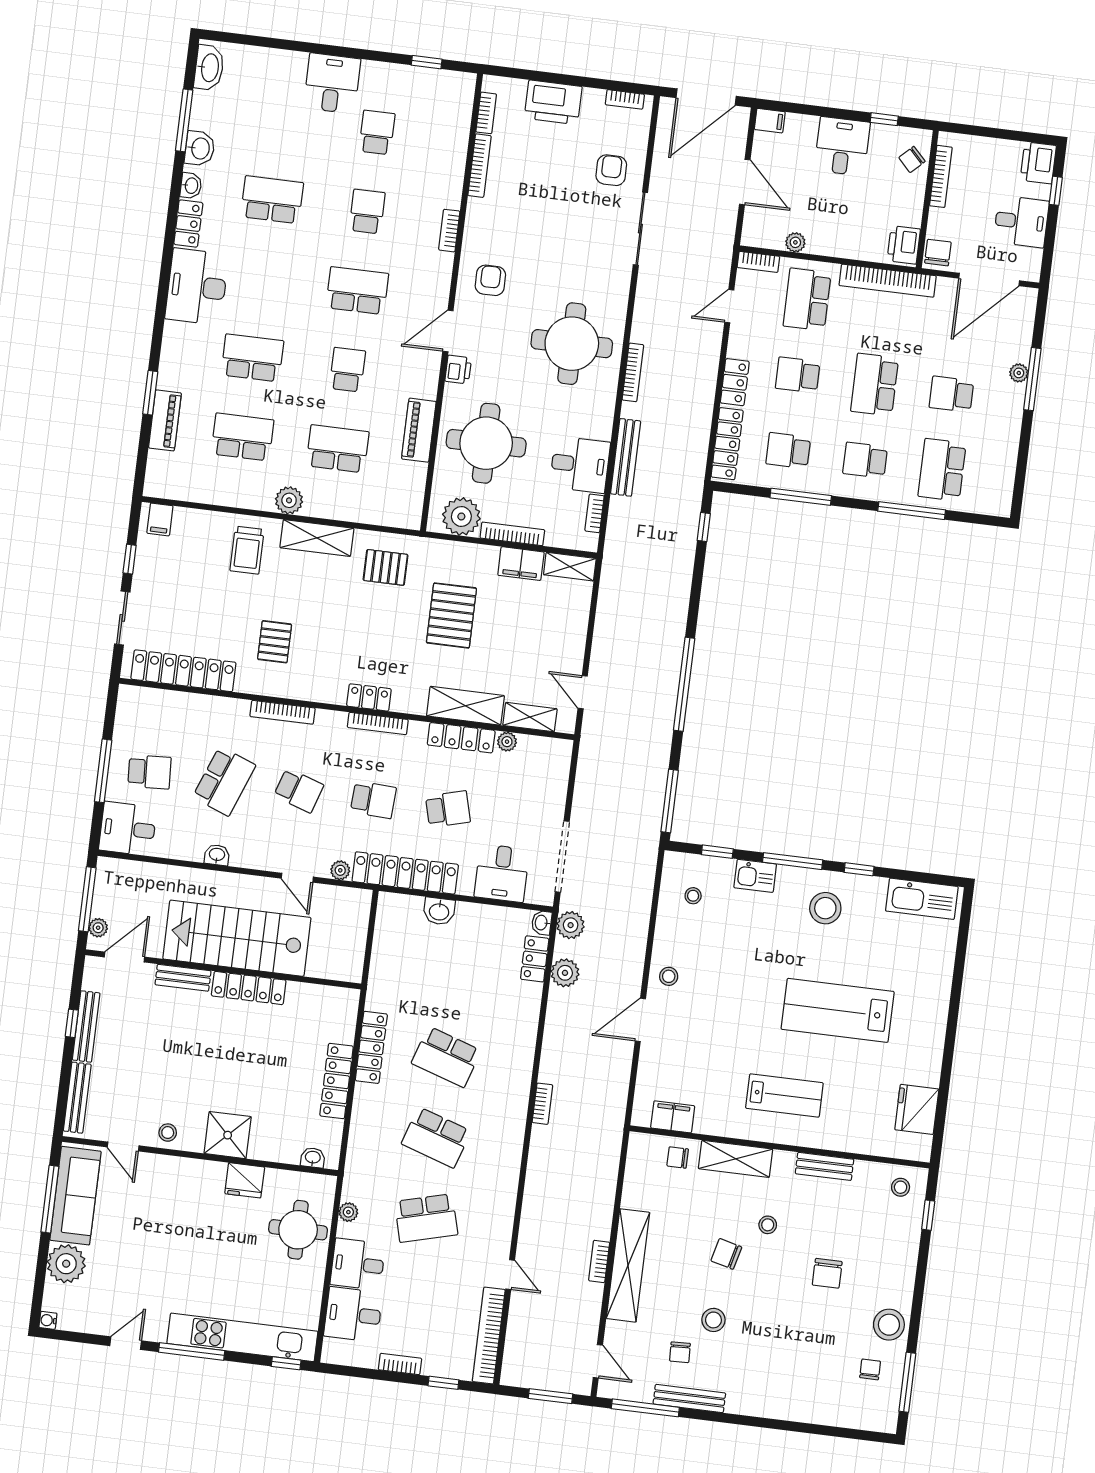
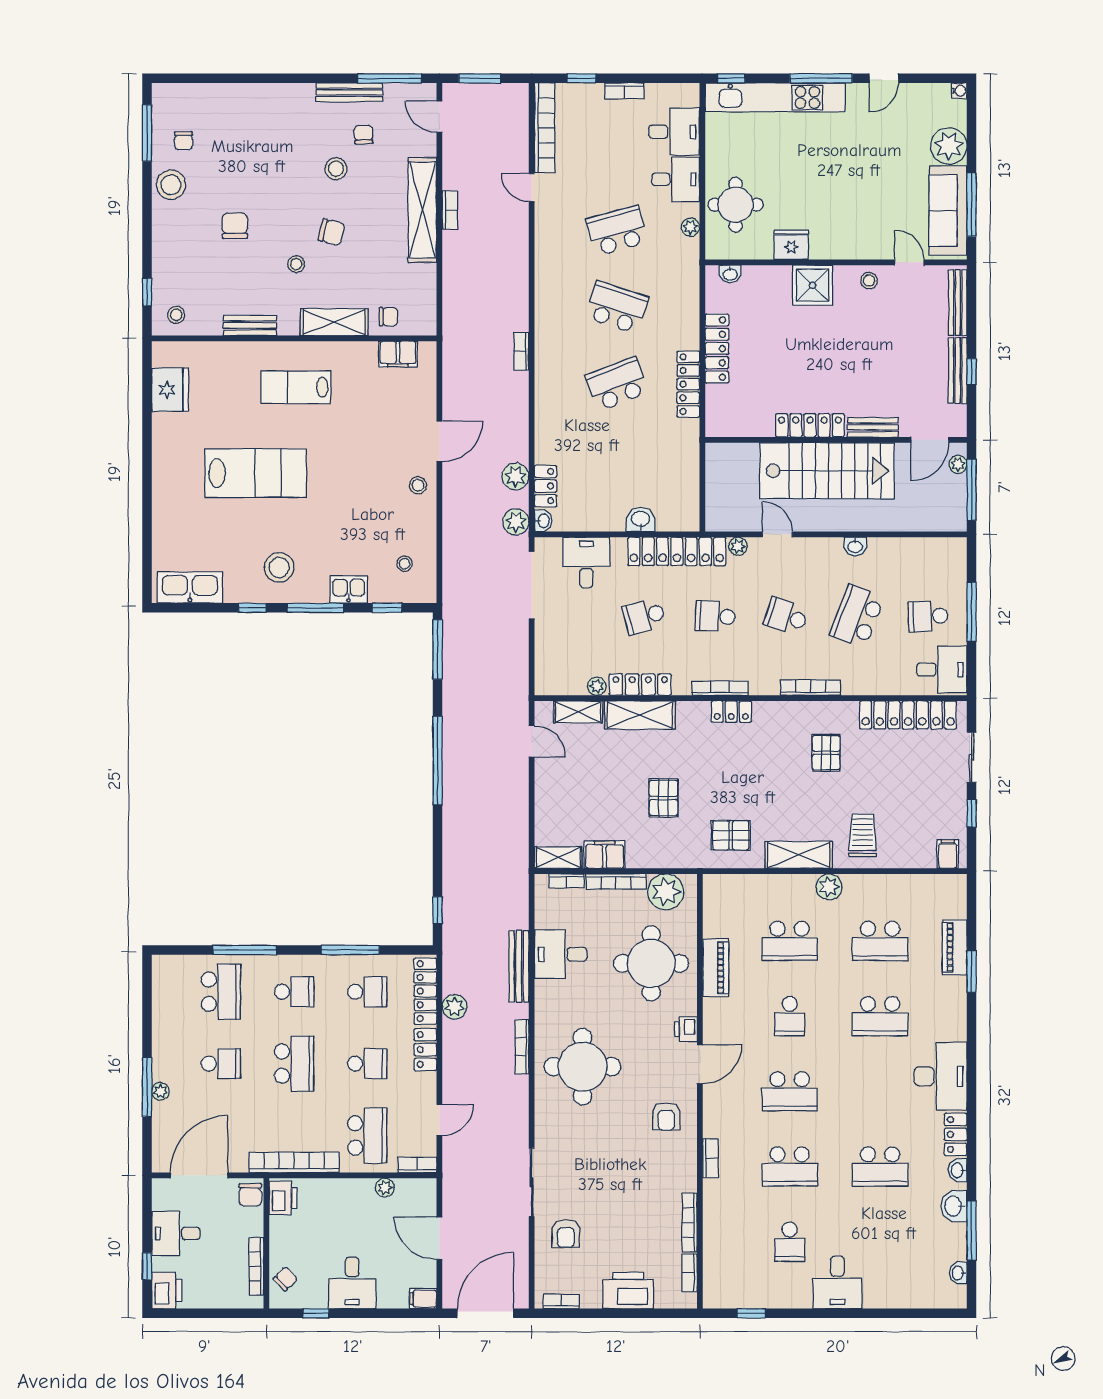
washbasin: (209, 68) -> (958, 1273), width x0.52, depth x0.69
school desk: (367, 212) -> (790, 1167), width x1.85
plant: (699, 423) -> (455, 1007), added
bookcase: (594, 513) -> (567, 881), moved, turned 90
pallet: (451, 615) -> (664, 798), width x0.67, depth x0.71
desk: (128, 829) -> (942, 669), moved
school desk: (446, 1057) -> (617, 384), turned -39

